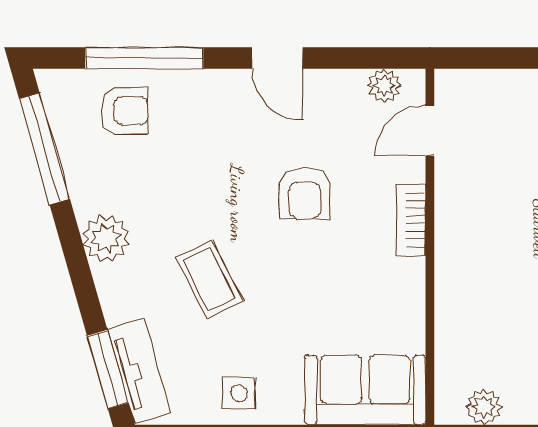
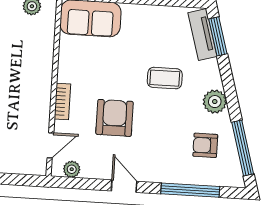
armchair: (124, 111) -> (205, 145), moved
armchair: (305, 193) -> (115, 118), width x1.38, depth x1.38
coffee table: (209, 279) -> (165, 78), turned -63
side table: (239, 394) -> (153, 20), removed

